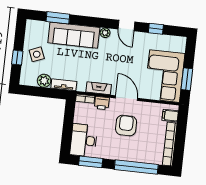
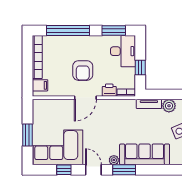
window: (58, 18) -> (124, 170), moved
corner sofa: (165, 76) -> (58, 147), moved, turned -90
window: (187, 79) -> (28, 135), moved
fireplace: (99, 88) -> (114, 104), removed
door: (126, 98) -> (85, 98), hinge flipped
window: (68, 122) -> (140, 68), added

